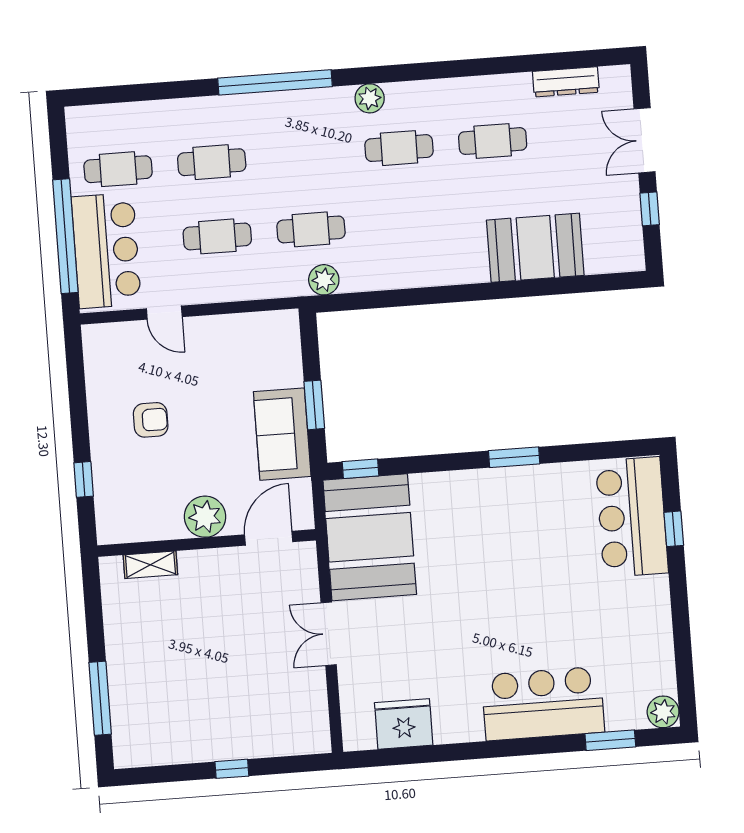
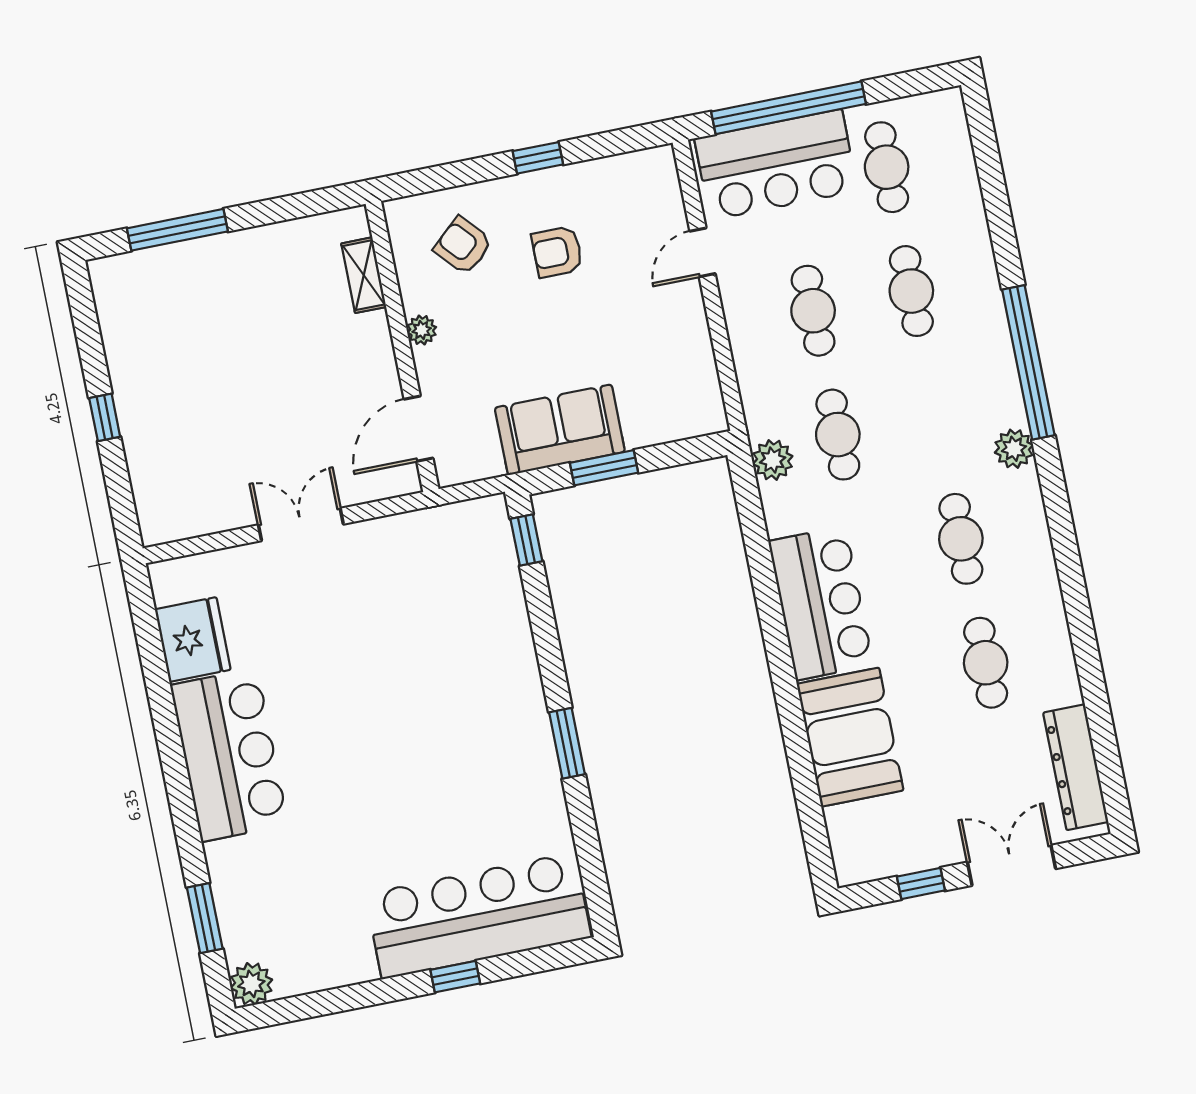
dresser: (566, 82) -> (1076, 767), width x1.37, depth x1.24
plant: (370, 98) -> (1014, 449), moved
bar counter: (434, 257) -> (821, 603), added
armchair: (151, 420) -> (557, 252), turned 90
window: (84, 479) -> (538, 158), moved
armchair: (138, 489) -> (463, 246), added
plant: (205, 517) -> (422, 330), width x0.53, depth x0.53
bar counter: (632, 517) -> (478, 916), width x1.36
window: (674, 529) -> (455, 977), moved
booth: (370, 537) -> (436, 563), removed
door: (269, 538) -> (418, 429), swing flipped
bar counter: (543, 704) -> (229, 755), moved

